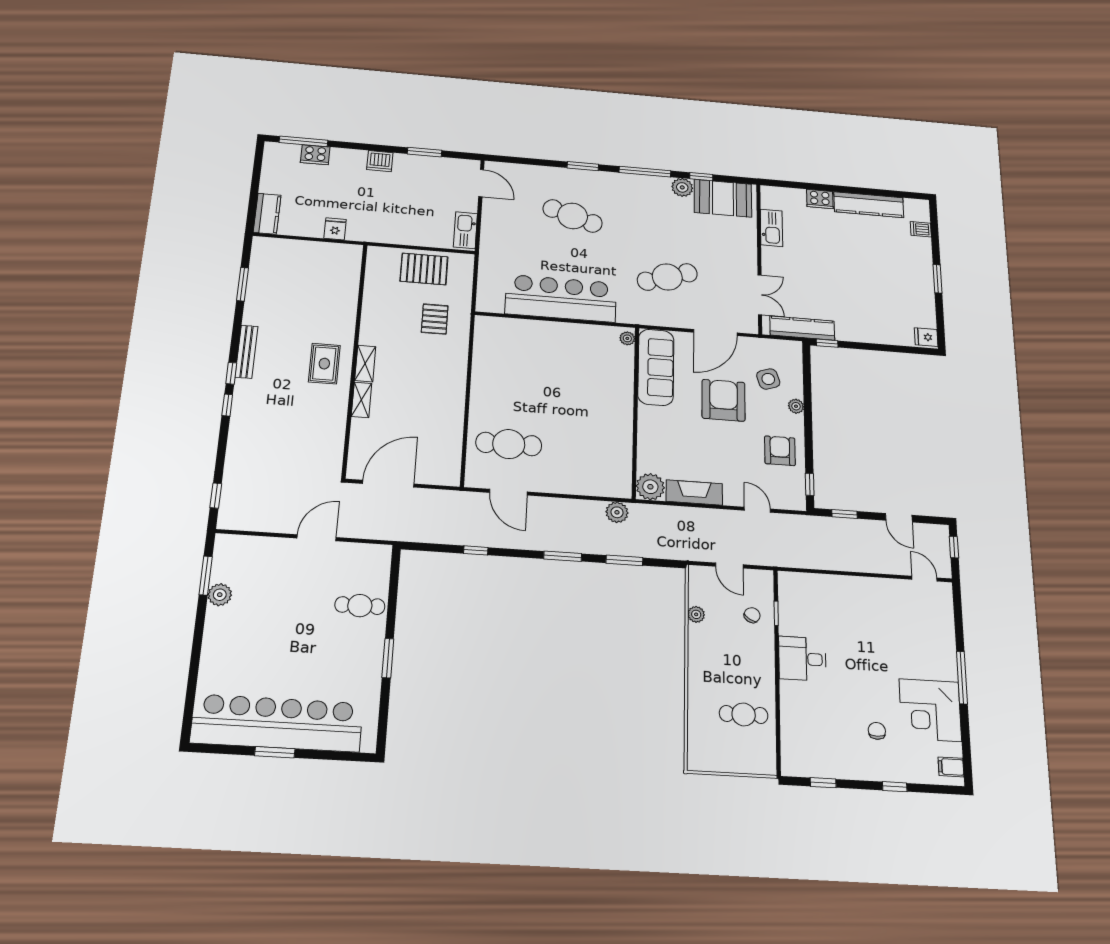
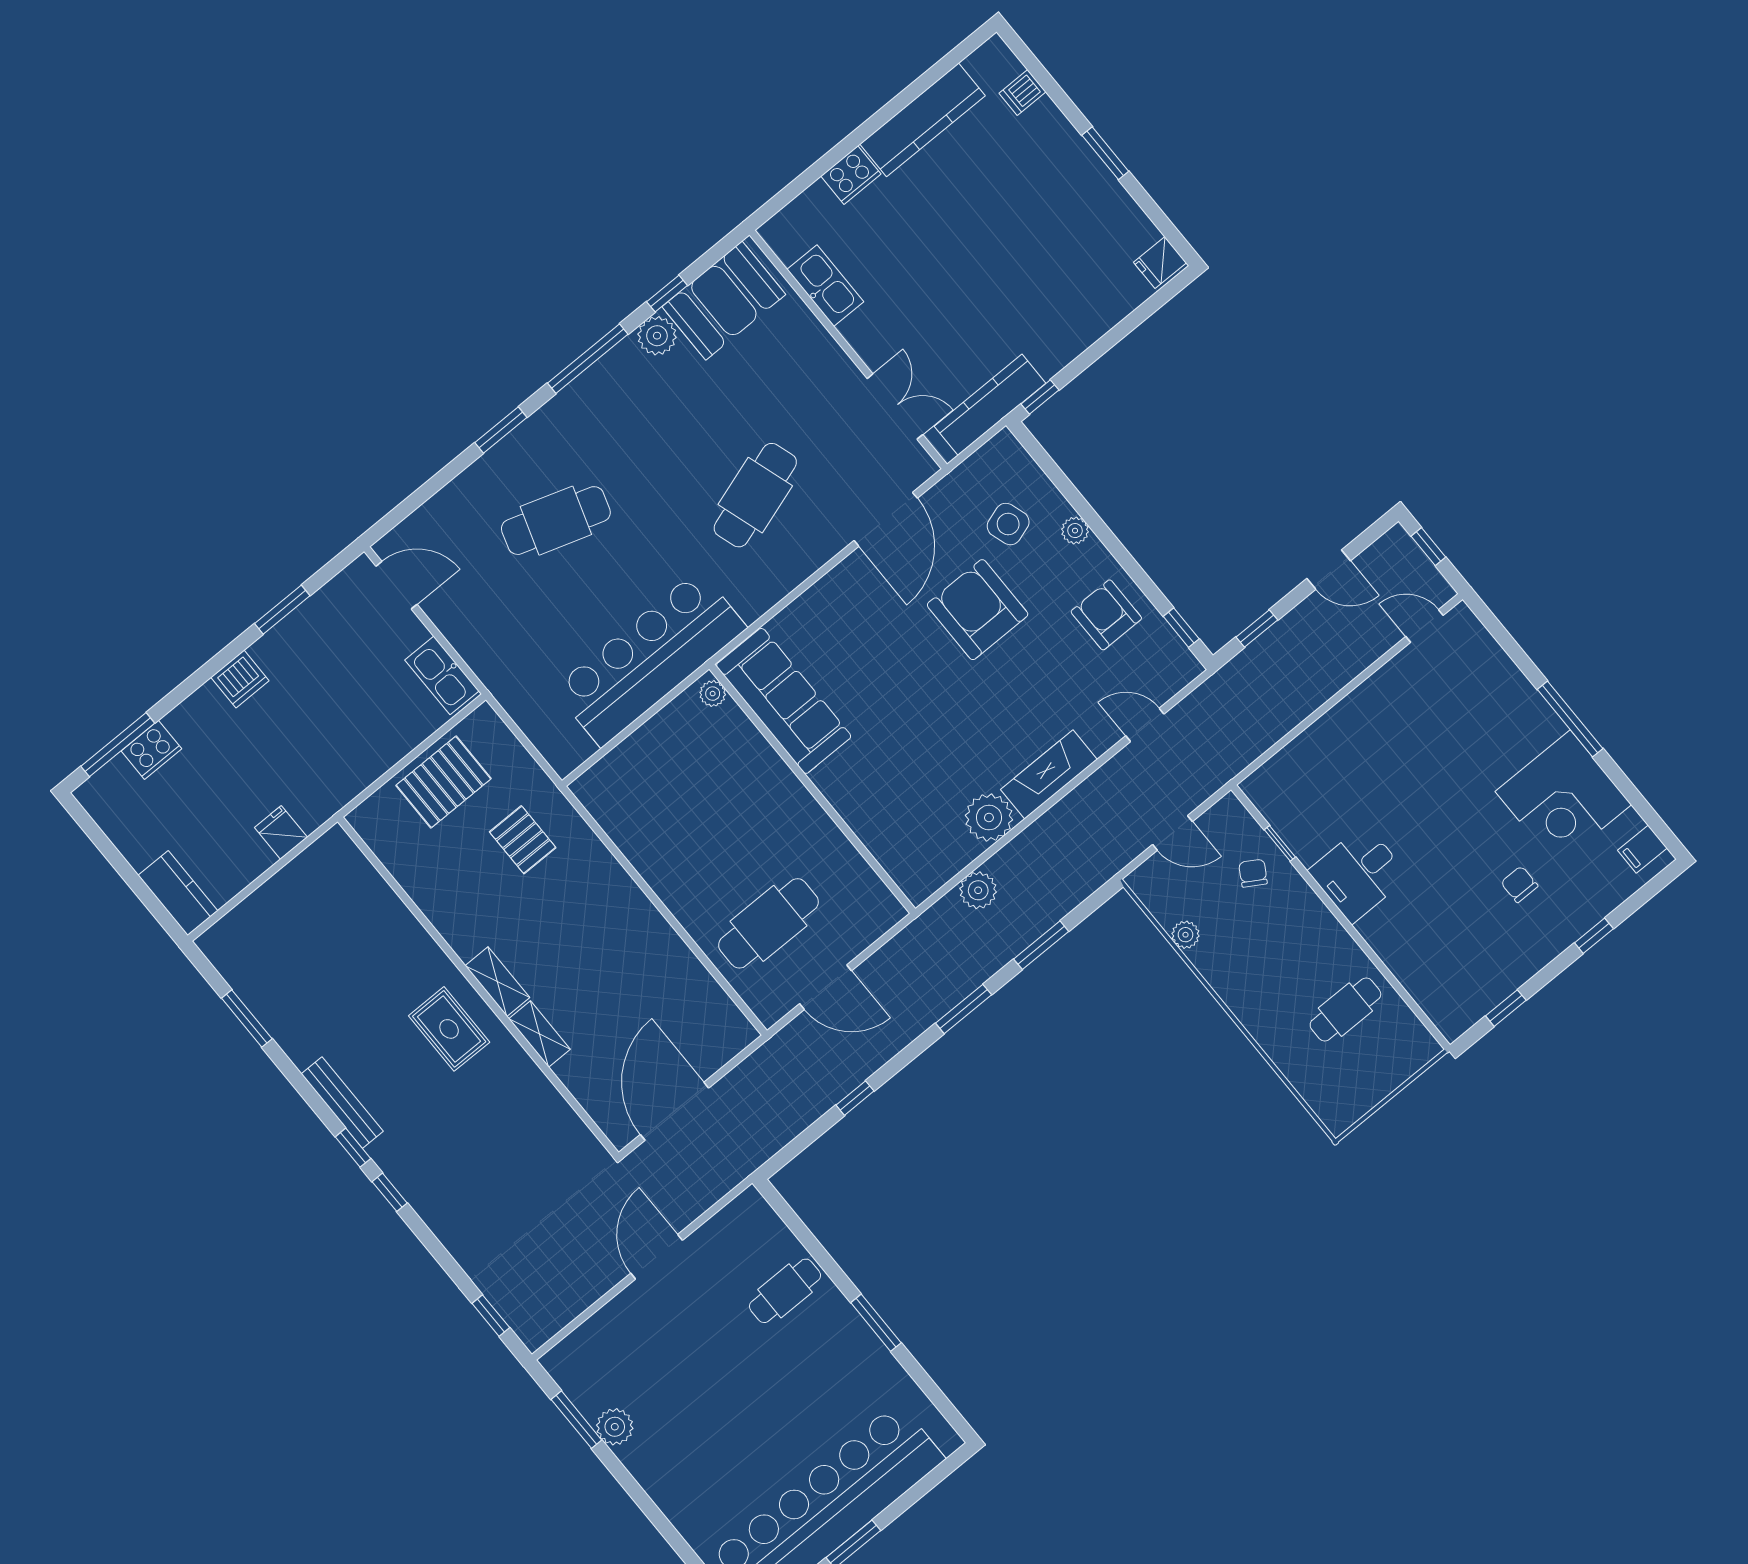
plant: (627, 338) -> (713, 694), moved
sofa: (656, 367) -> (784, 701), moved
wall: (635, 412) -> (812, 789), moved

